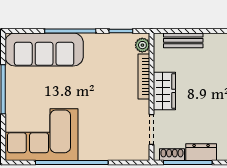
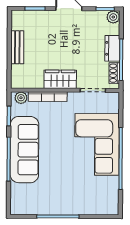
bench: (183, 40) -> (17, 47), moved
sofa: (44, 49) -> (24, 150), moved
corner sofa: (41, 135) -> (97, 144), moved

